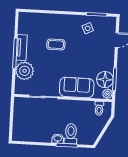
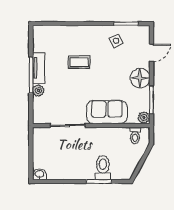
plant: (25, 71) -> (38, 90), width x0.53, depth x0.53
floor lamp: (105, 80) -> (140, 78), moved
washbasin: (58, 139) -> (39, 174), moved

